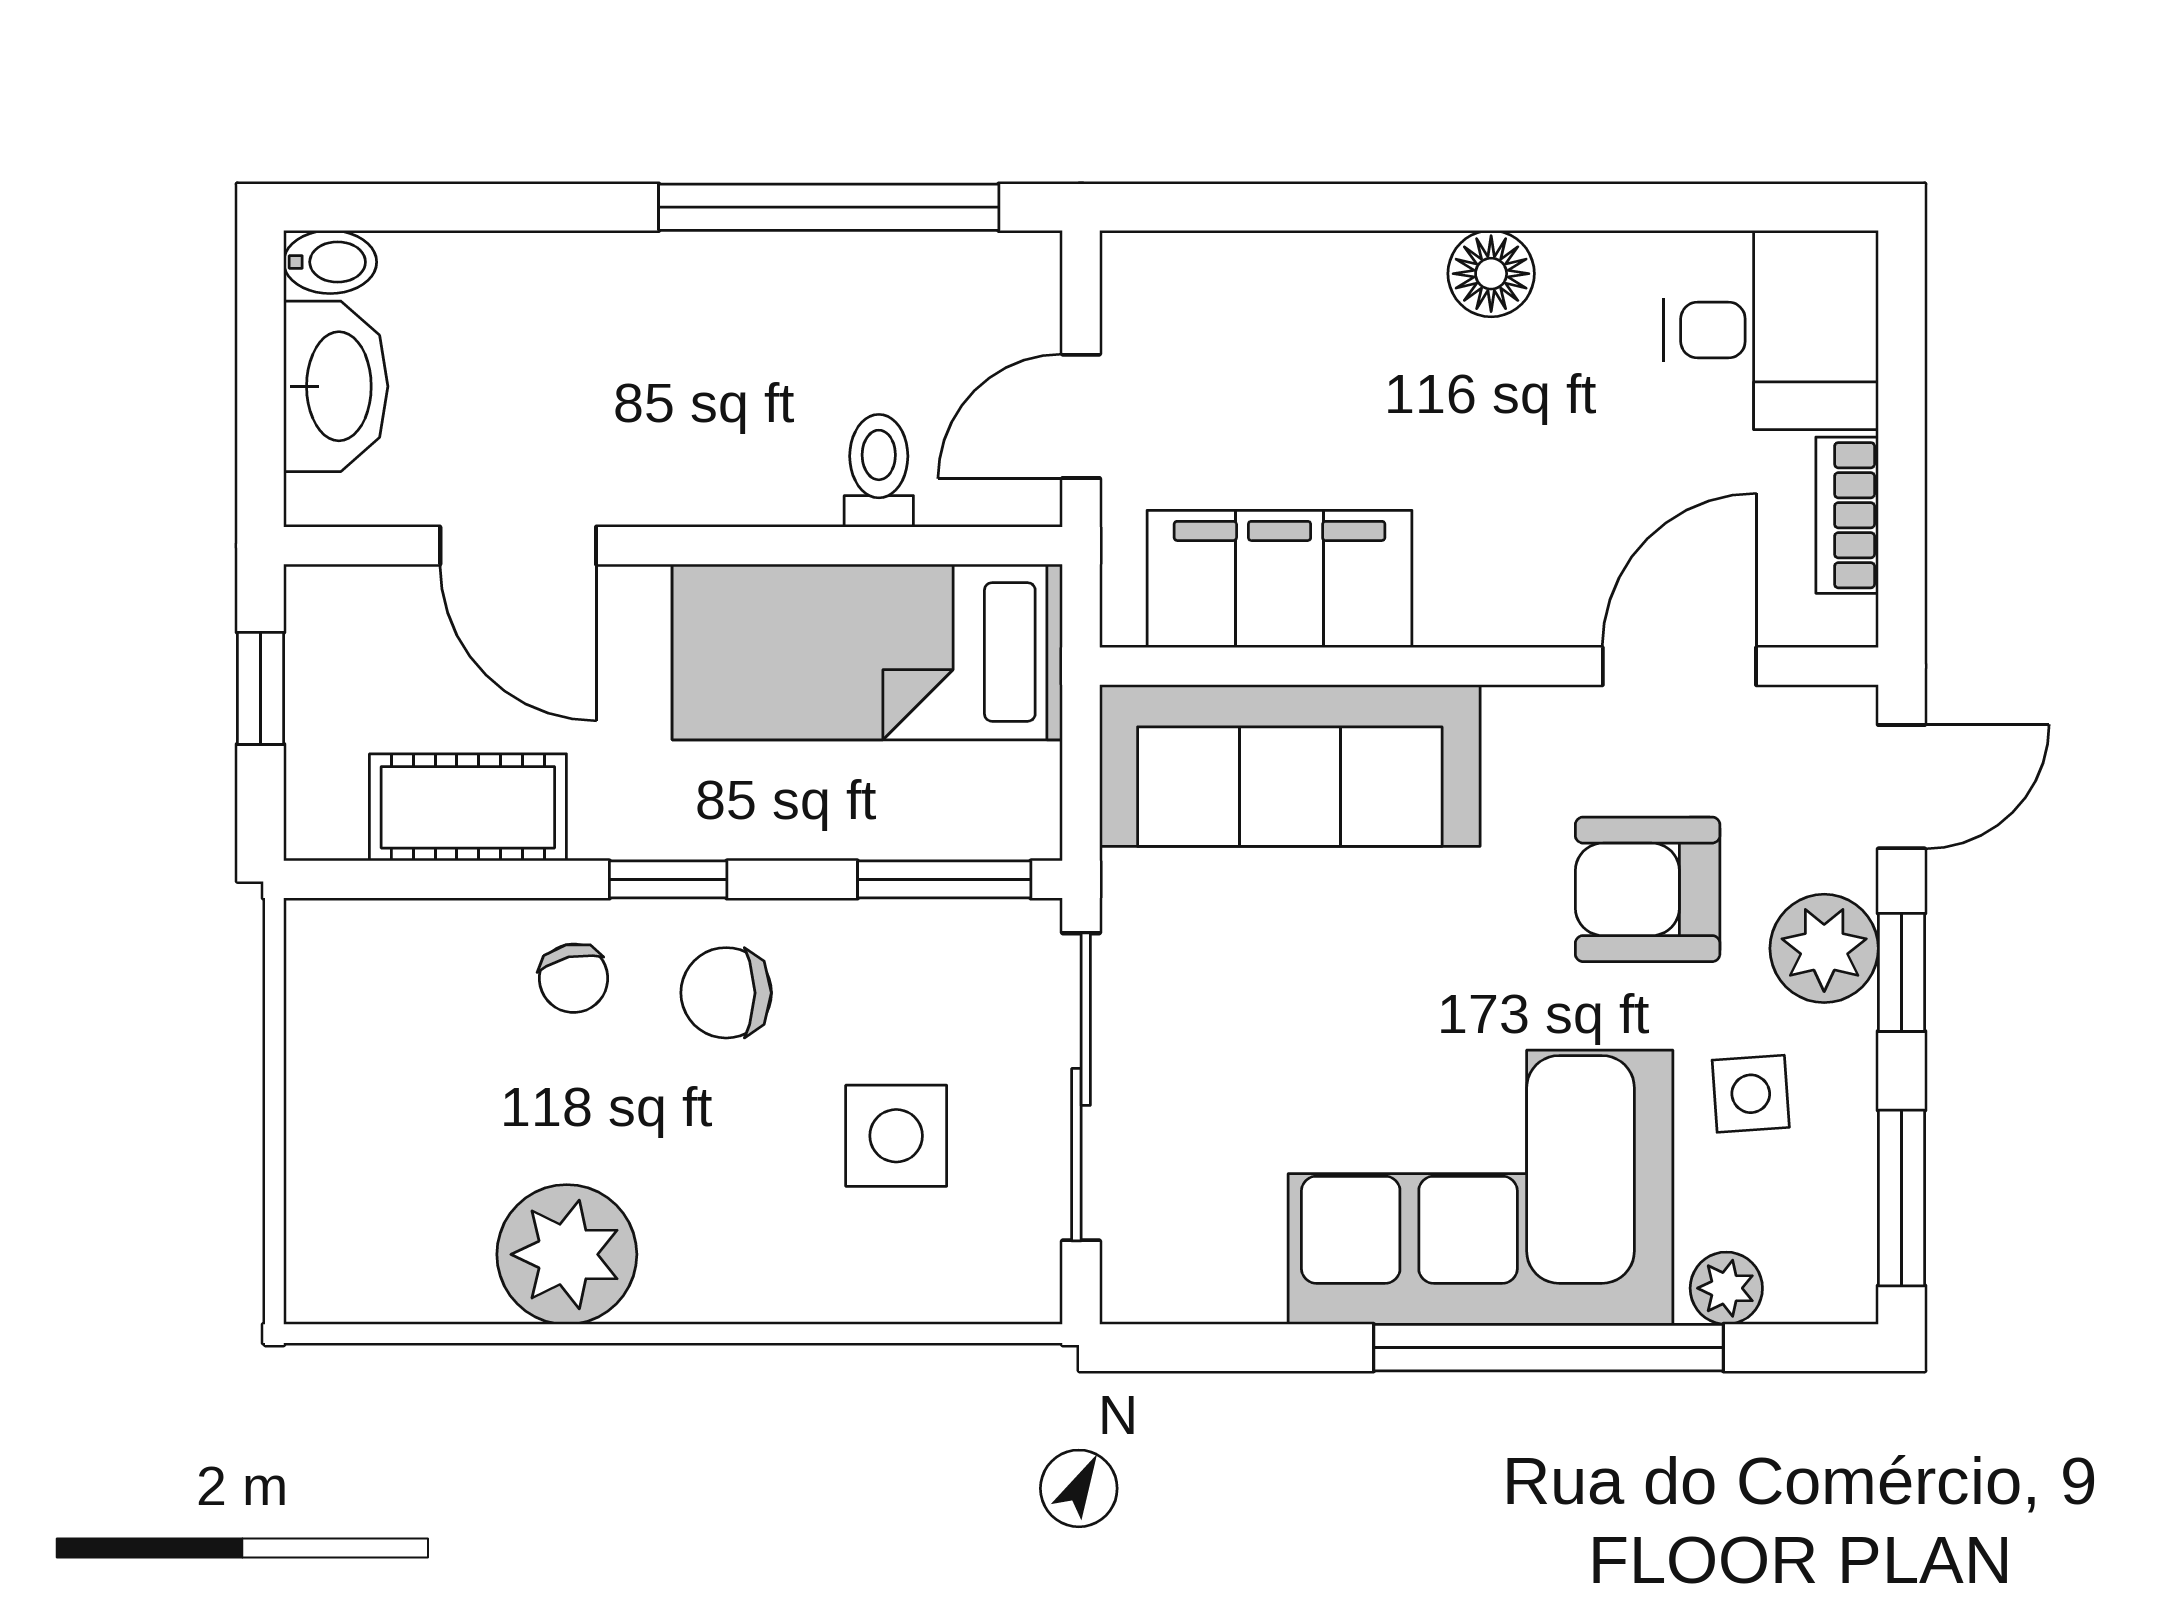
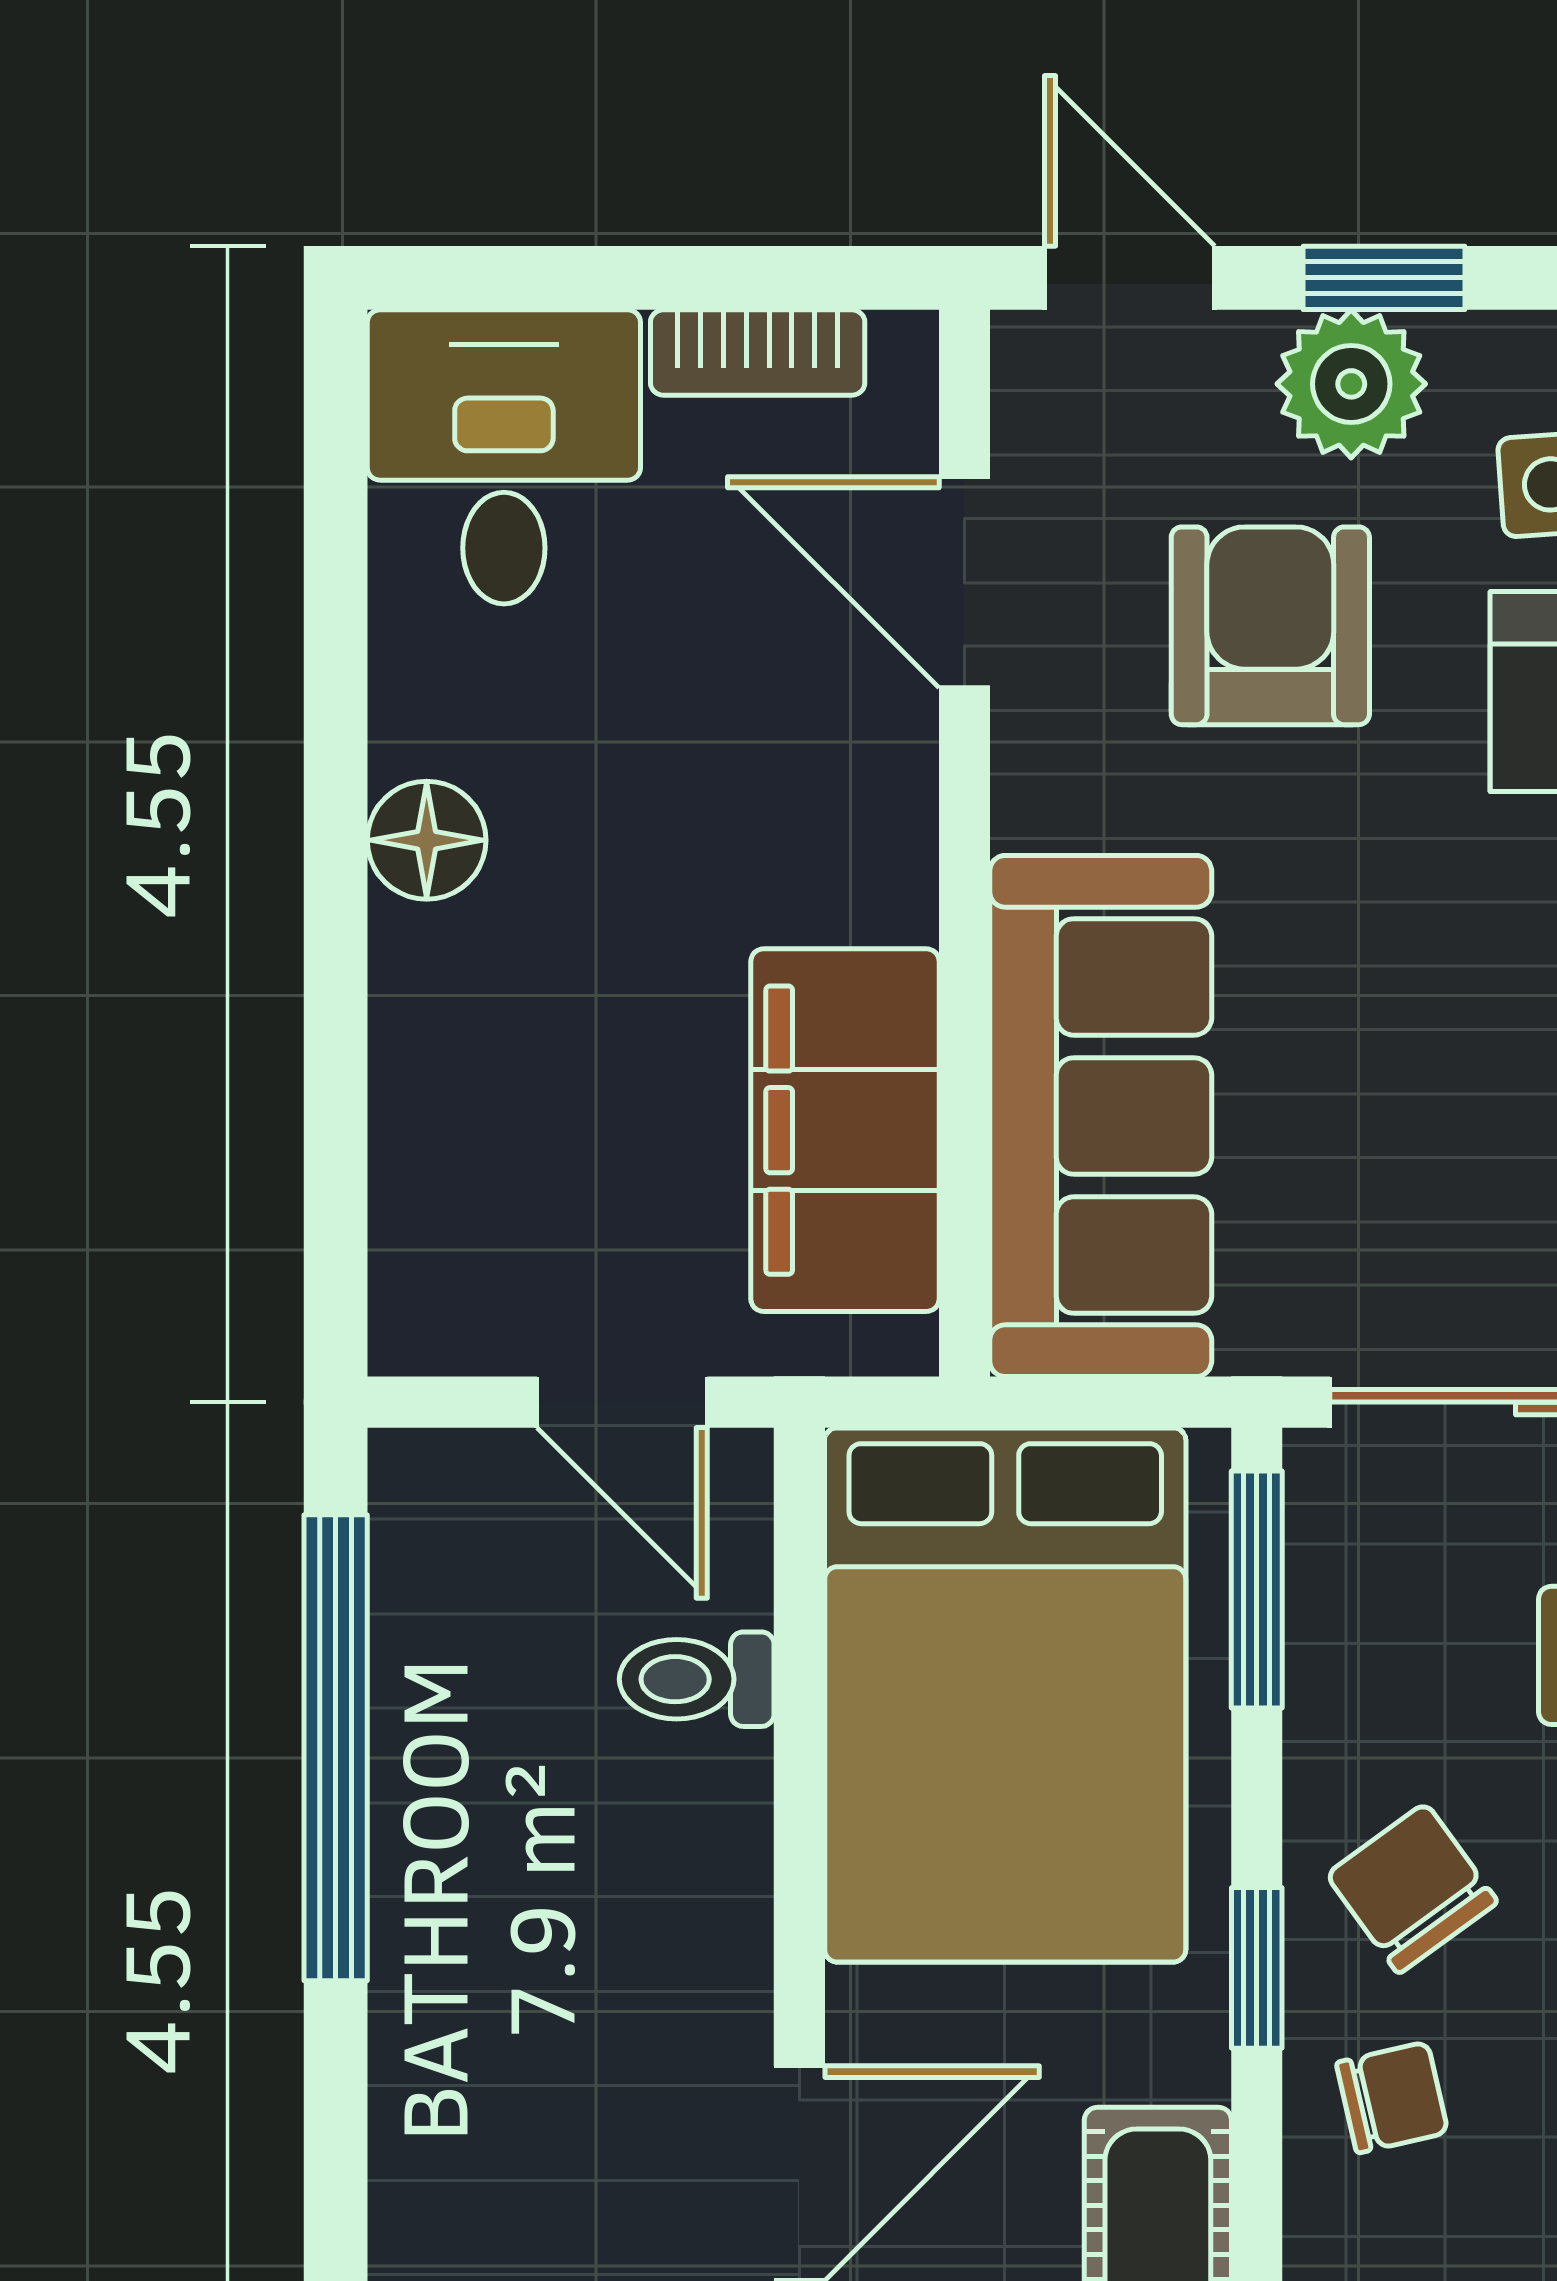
bed: (867, 652) -> (1005, 1695), width x1.50
armchair: (1648, 889) -> (1270, 626), turned 180
chair: (726, 993) -> (1412, 1888), turned 144

